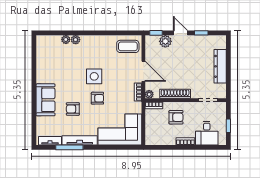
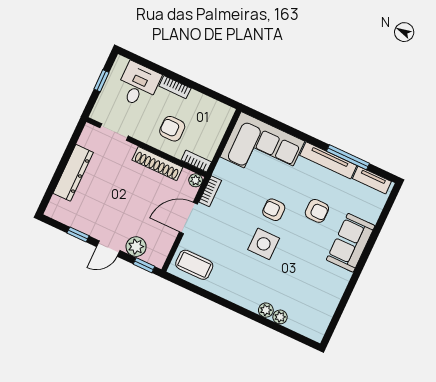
door: (181, 33) -> (108, 249), hinge flipped
door: (143, 71) -> (188, 218), hinge flipped

